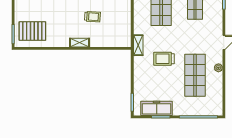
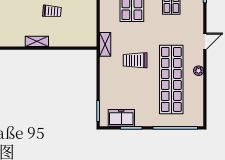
shop shelf: (195, 75) -> (171, 79), width x1.40
freezer: (157, 108) -> (121, 118), width x0.71

